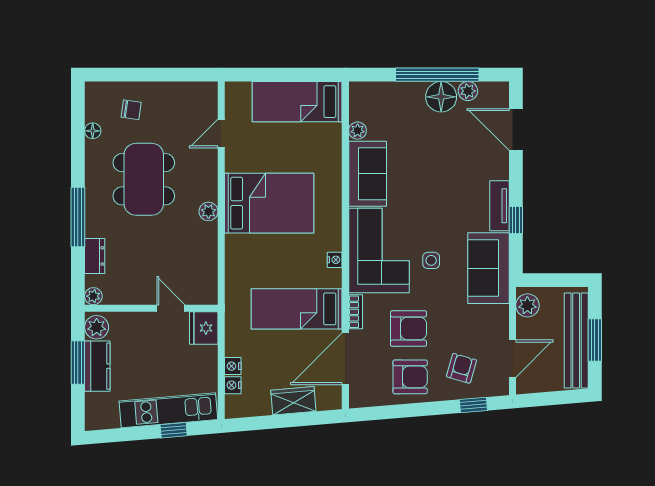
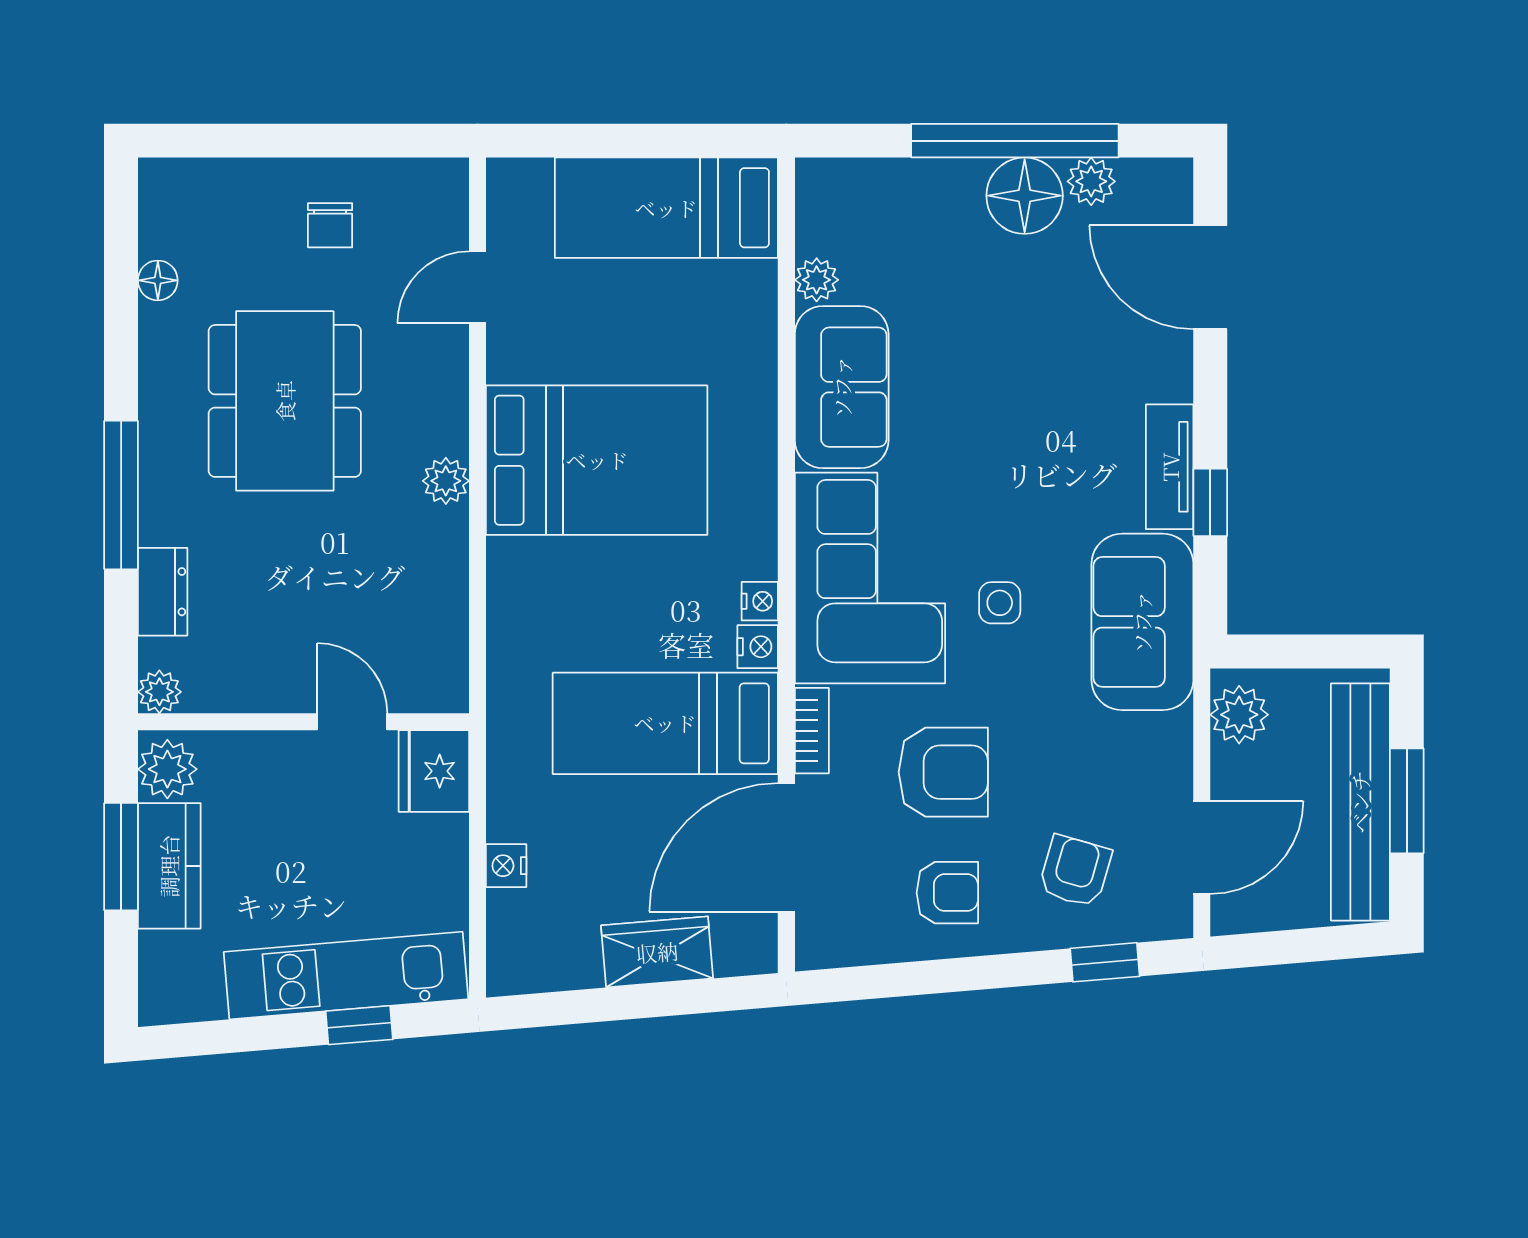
chair: (131, 110) -> (330, 225), moved, turned 82
armchair: (410, 377) -> (947, 893), width x0.72, depth x0.72
nightstand: (233, 385) -> (758, 647), moved, turned 180

